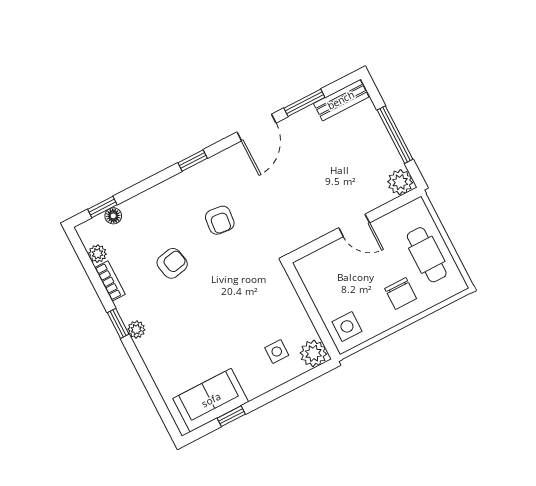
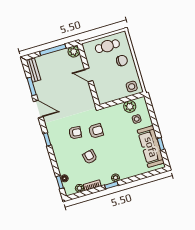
door: (354, 225) -> (89, 75), swing flipped
armchair: (233, 266) -> (96, 131), added
plant: (313, 353) -> (130, 106), moved
sofa: (211, 400) -> (151, 147), width x1.36

